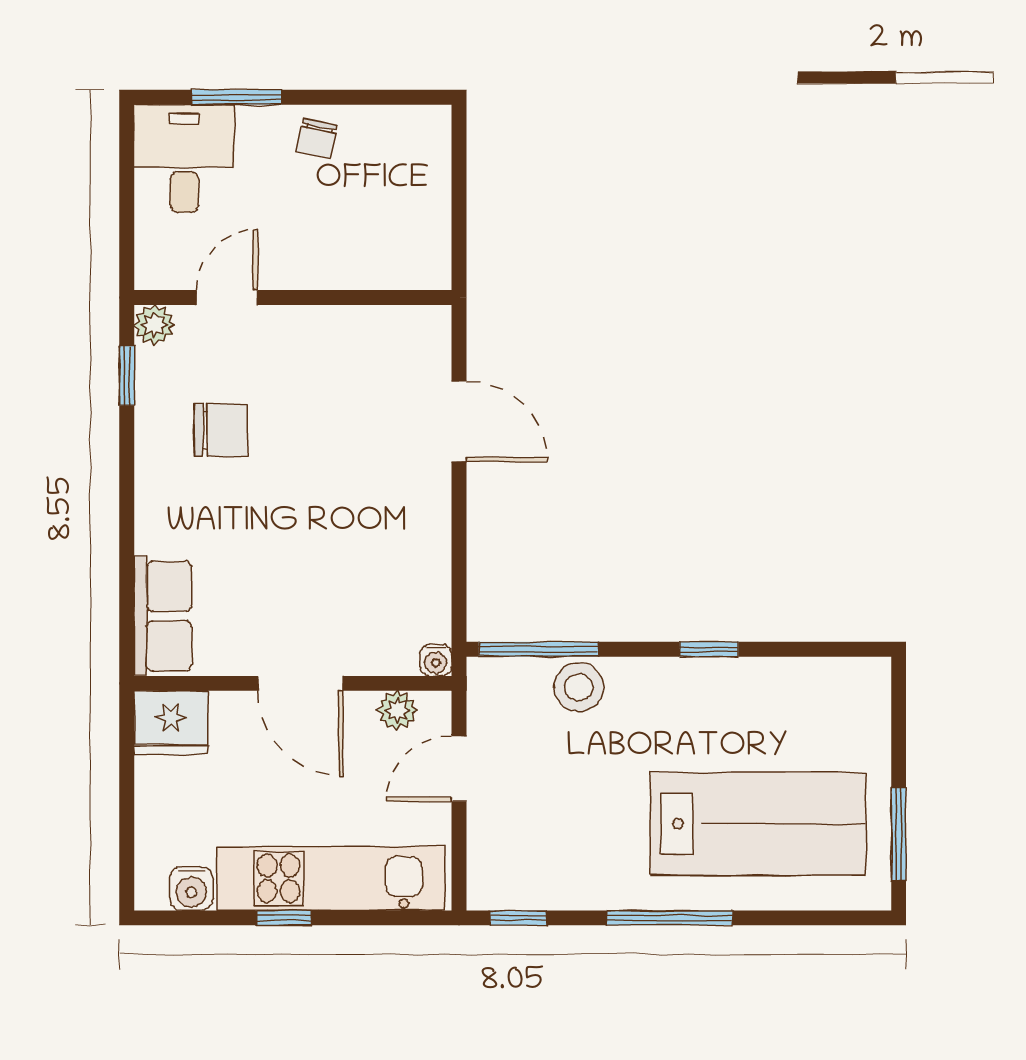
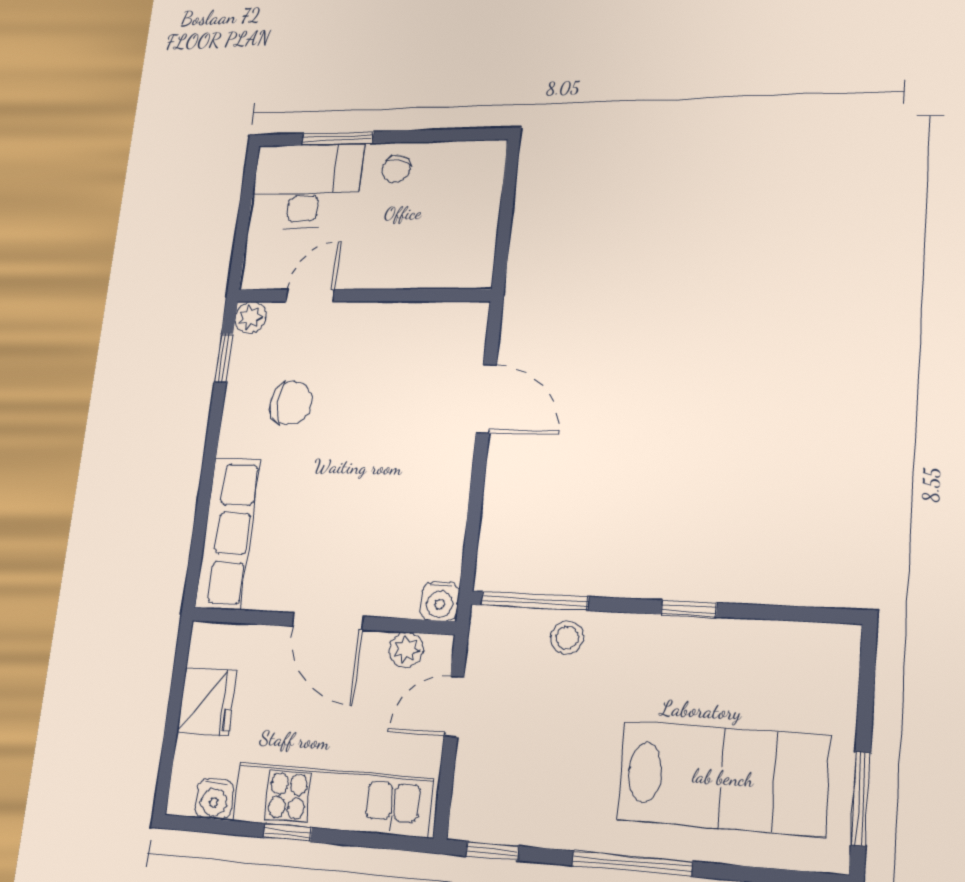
desk: (184, 159) -> (306, 186), width x1.37
row of seats: (163, 616) -> (227, 533), width x1.48
water cooler: (436, 660) -> (440, 601), width x1.38, depth x1.38
stool: (579, 687) -> (567, 638), width x0.73, depth x0.73
fridge: (171, 723) -> (207, 701), moved, turned -90

